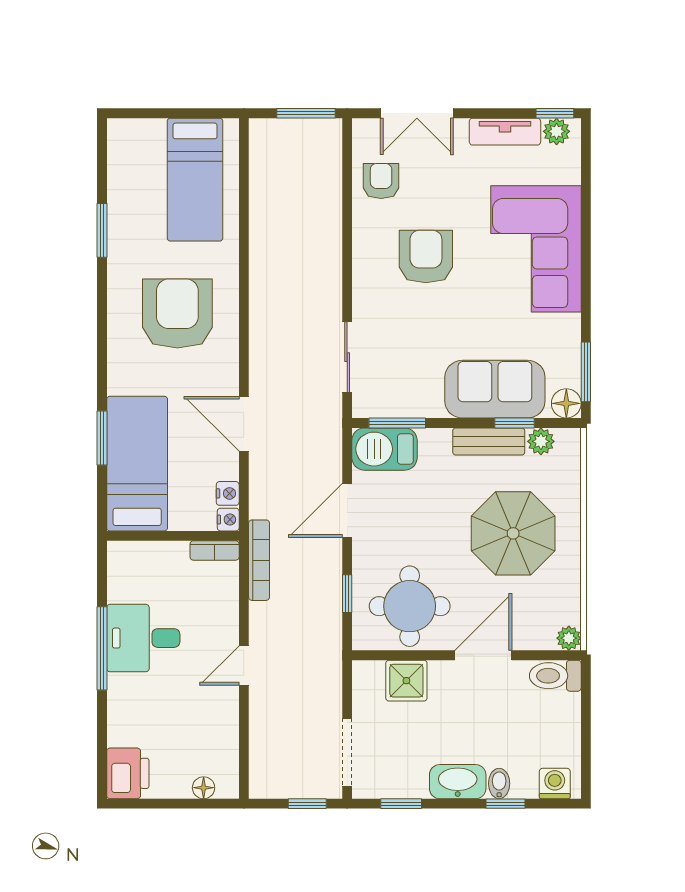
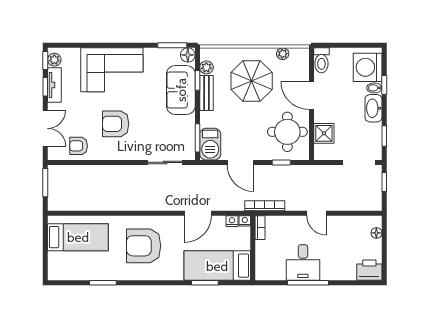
window: (501, 113) -> (45, 87), added
plant: (569, 638) -> (283, 54), moved
washing machine: (555, 783) -> (368, 67), width x1.89, depth x1.89

